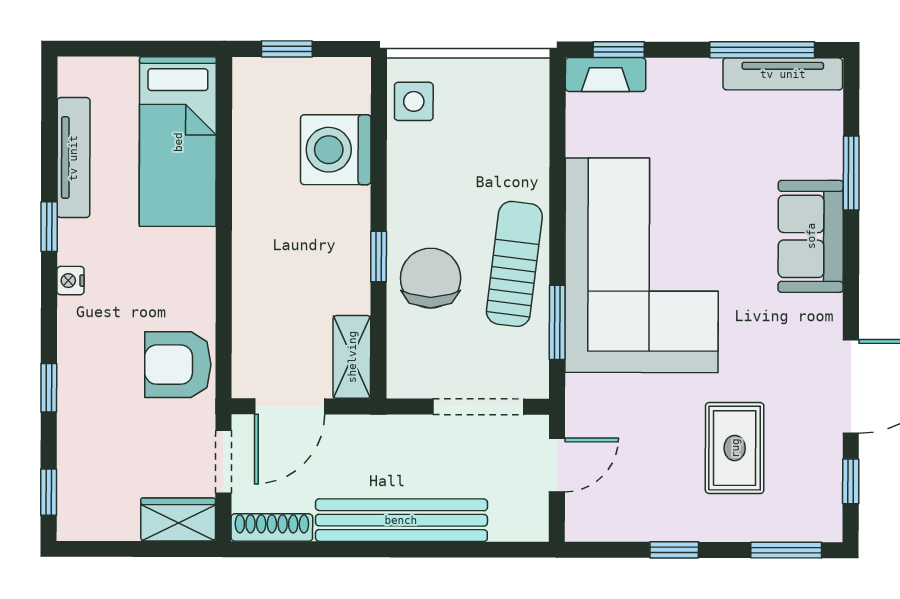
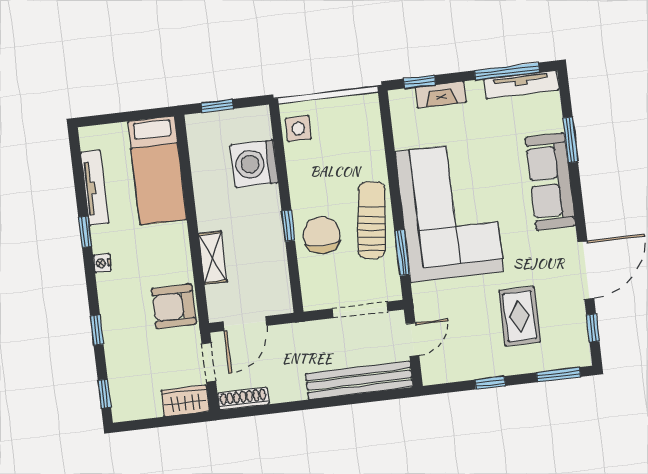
fireplace: (606, 75) -> (441, 95), moved
sofa: (811, 236) -> (550, 181), width x1.36
shelving: (352, 357) -> (213, 258), moved
bench: (401, 520) -> (359, 380), moved

